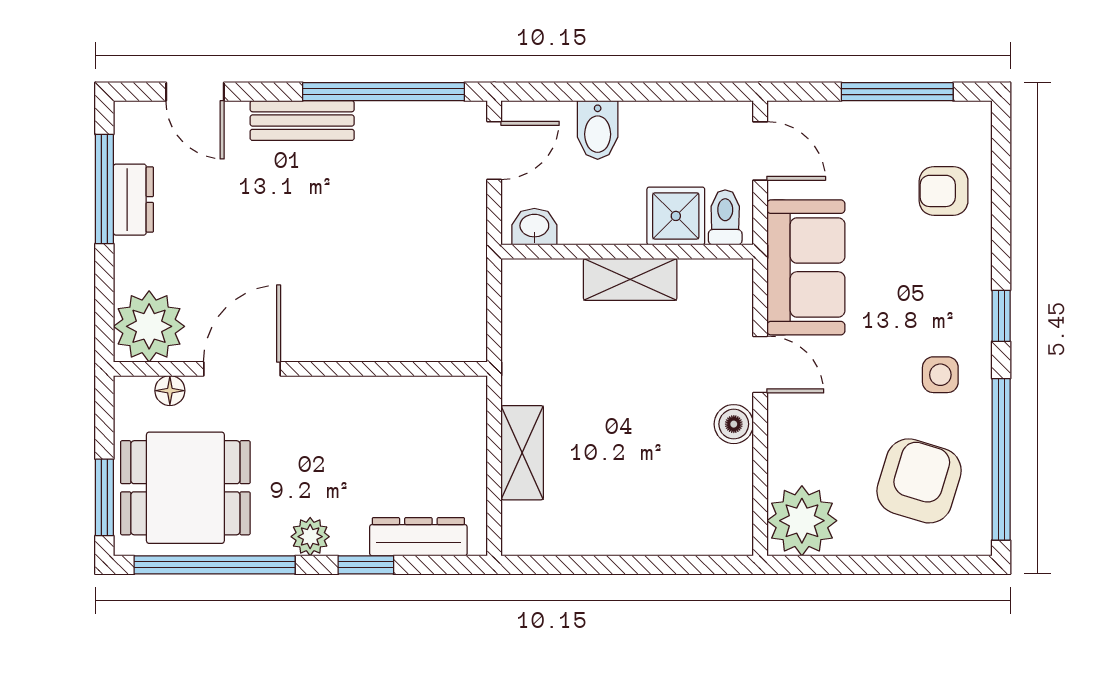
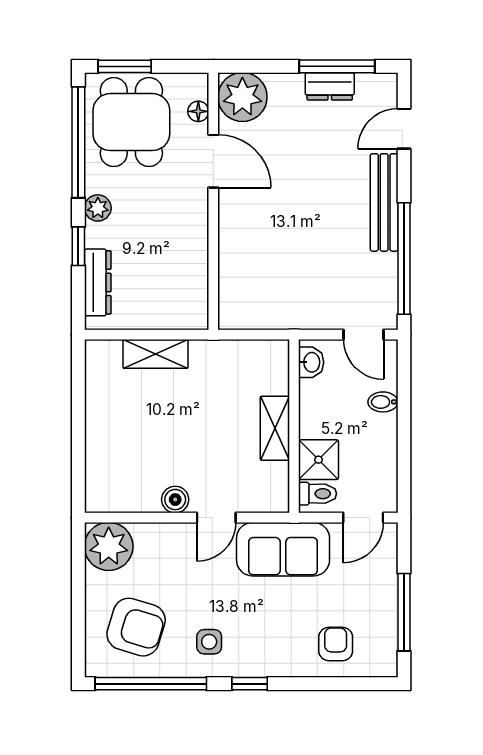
bench: (302, 121) -> (384, 202), width x1.36
bidet: (598, 130) -> (383, 402), width x0.72, depth x0.74

